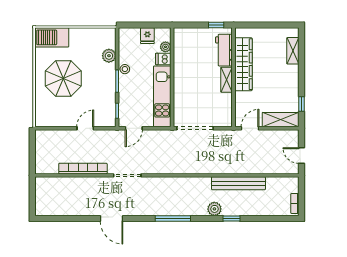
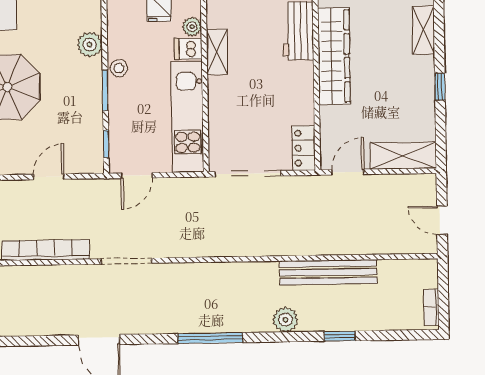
shelving: (227, 80) -> (217, 52), moved
window: (302, 104) -> (440, 87), moved
locker: (226, 115) -> (304, 148), added
window: (232, 218) -> (340, 336), moved

